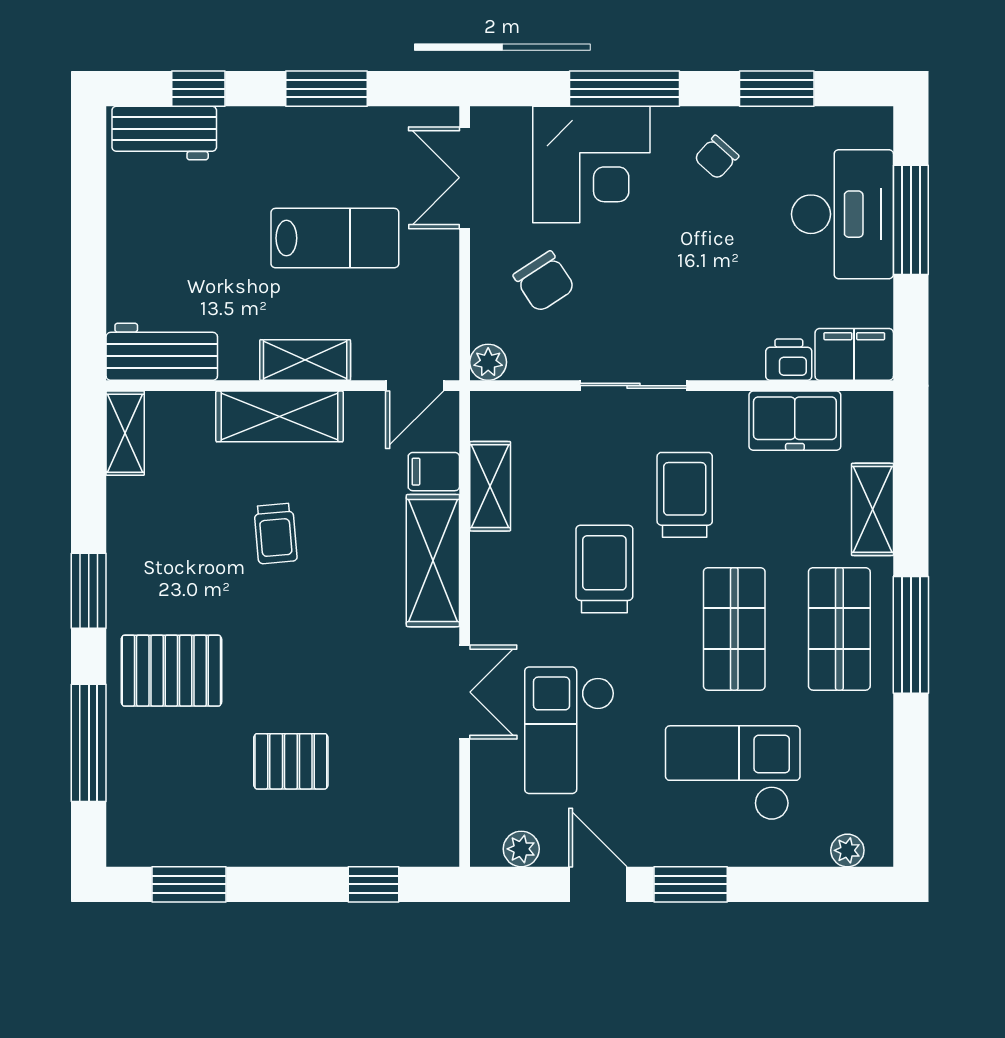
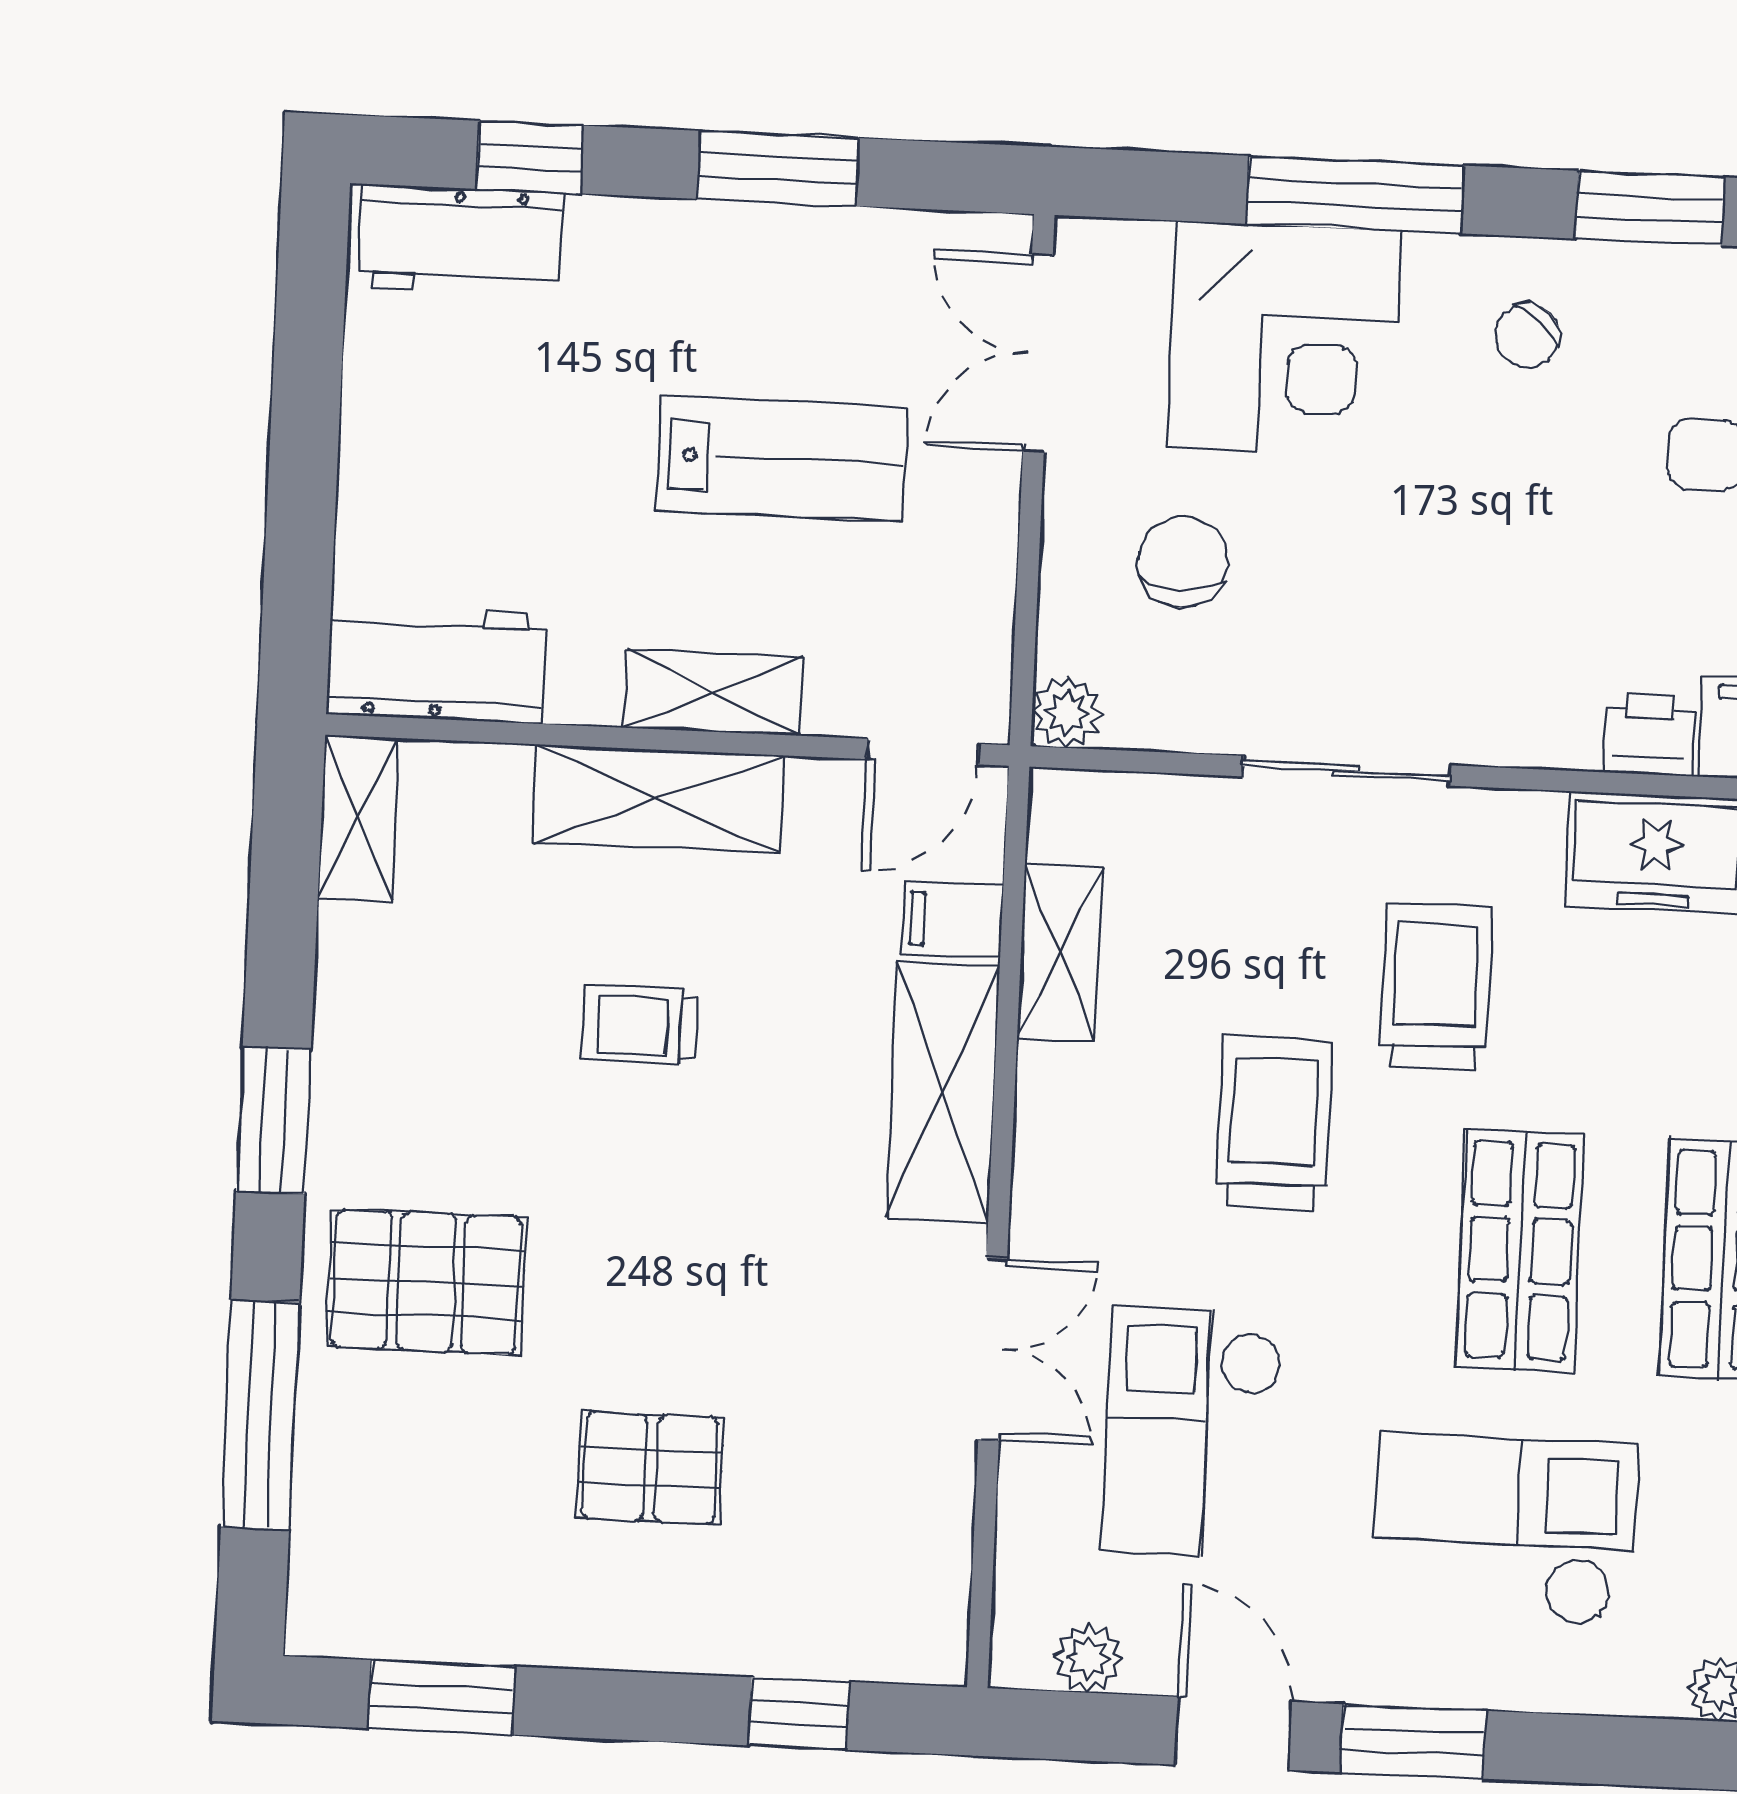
chair: (544, 282) -> (1183, 561), turned -147
trolley: (276, 533) -> (640, 1026), turned 95

